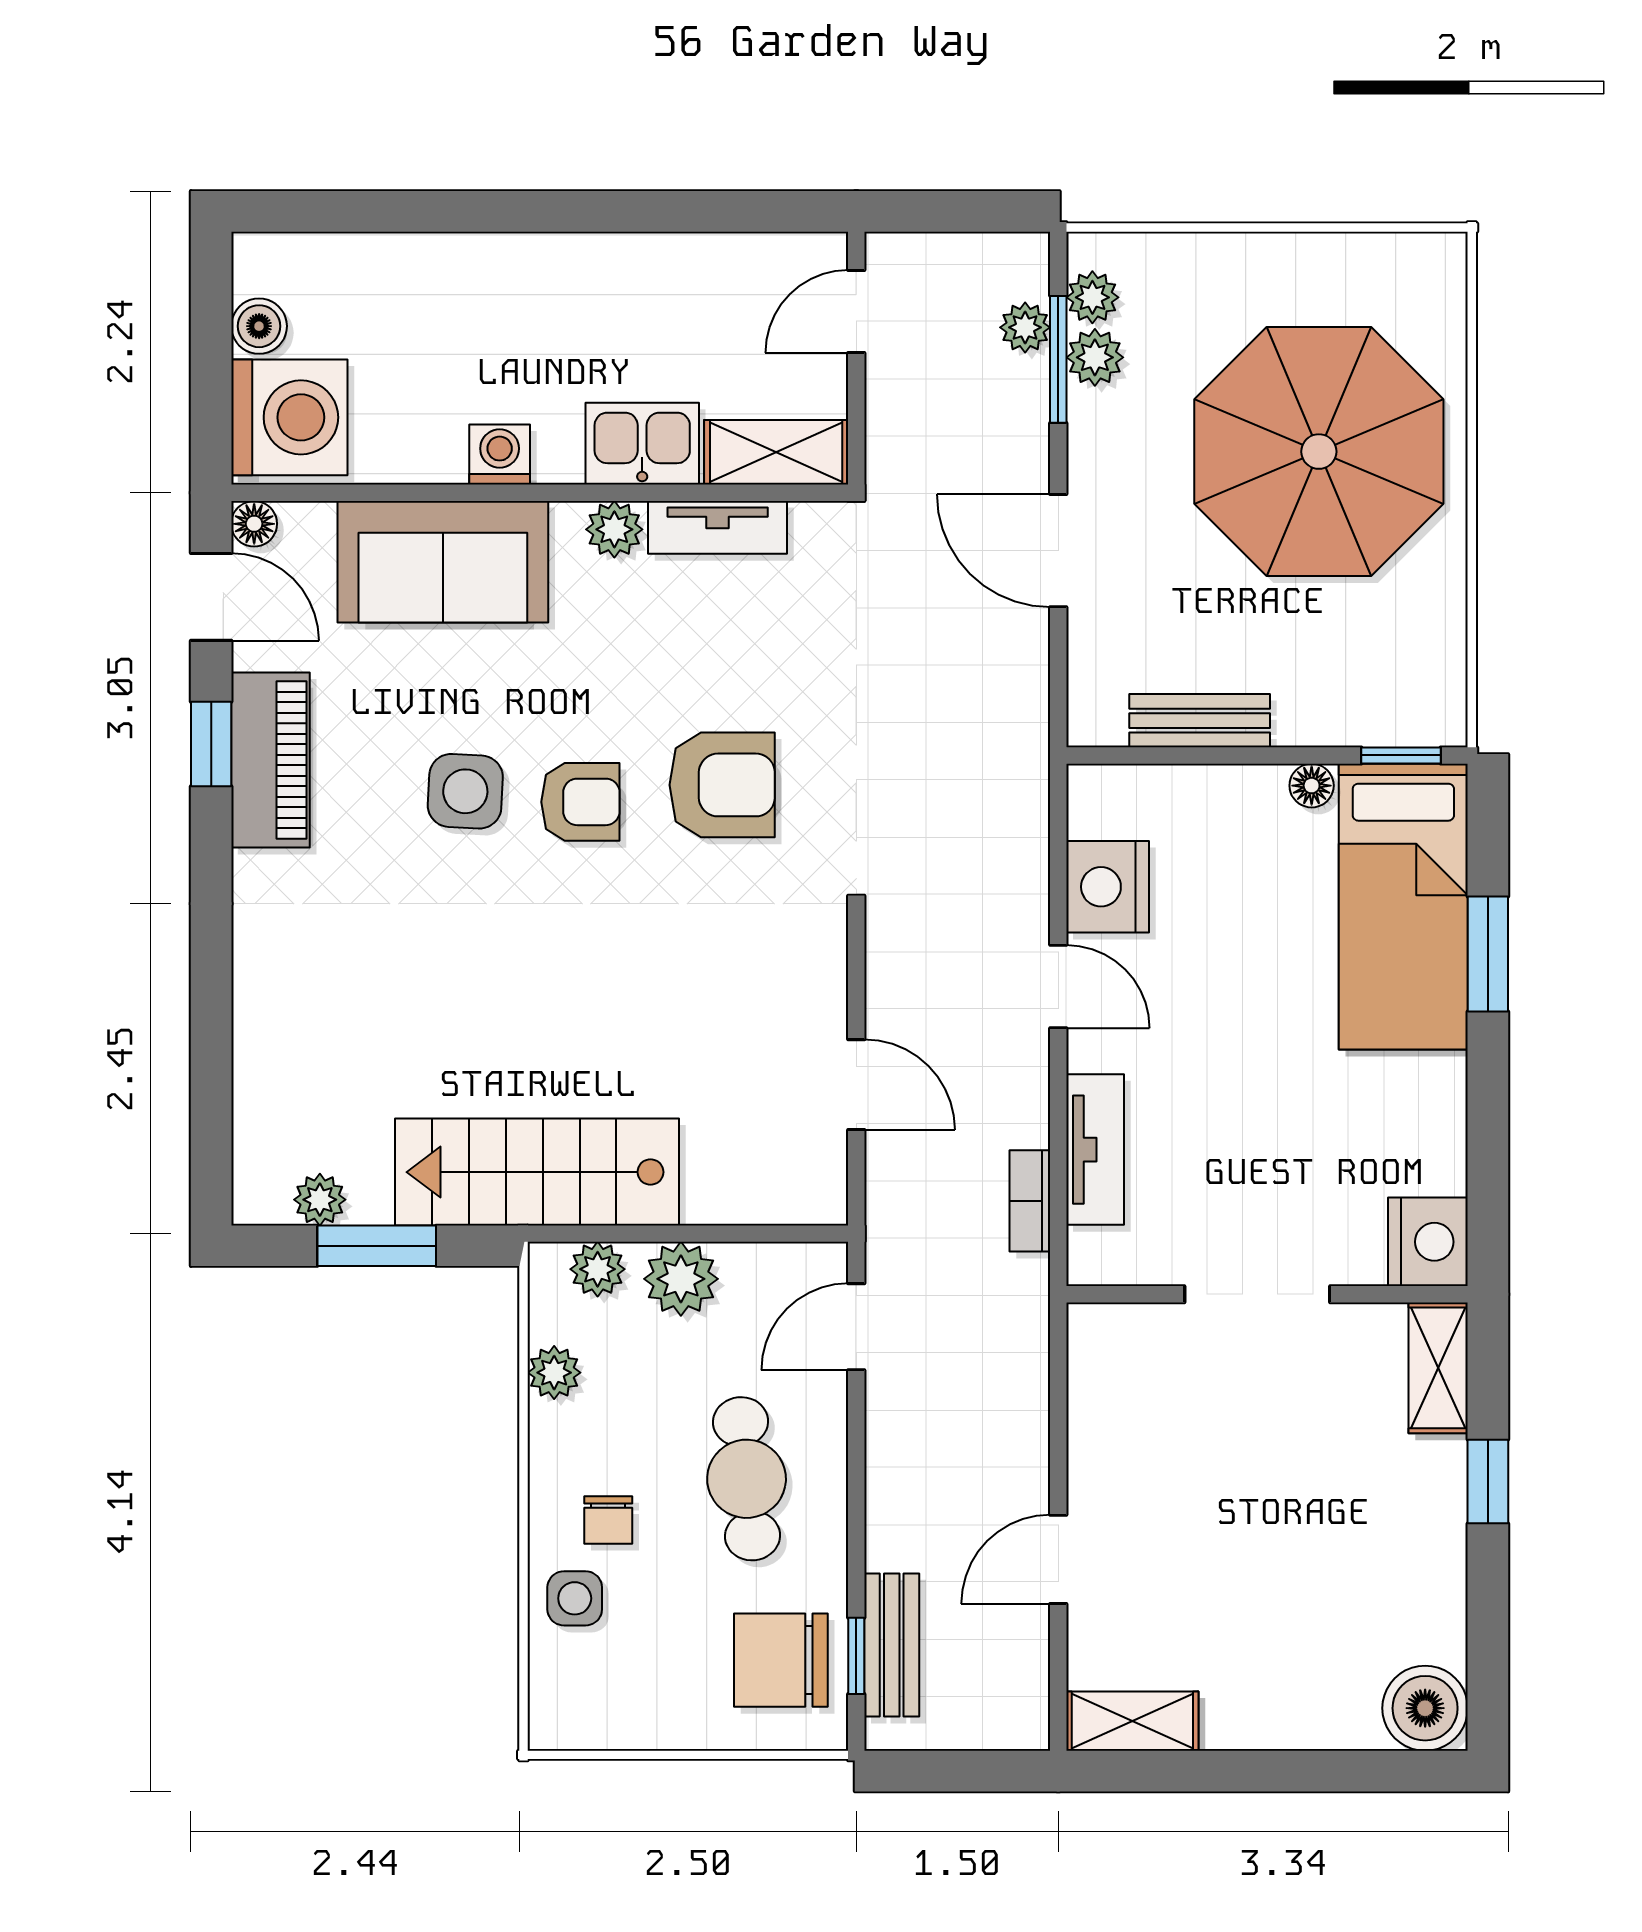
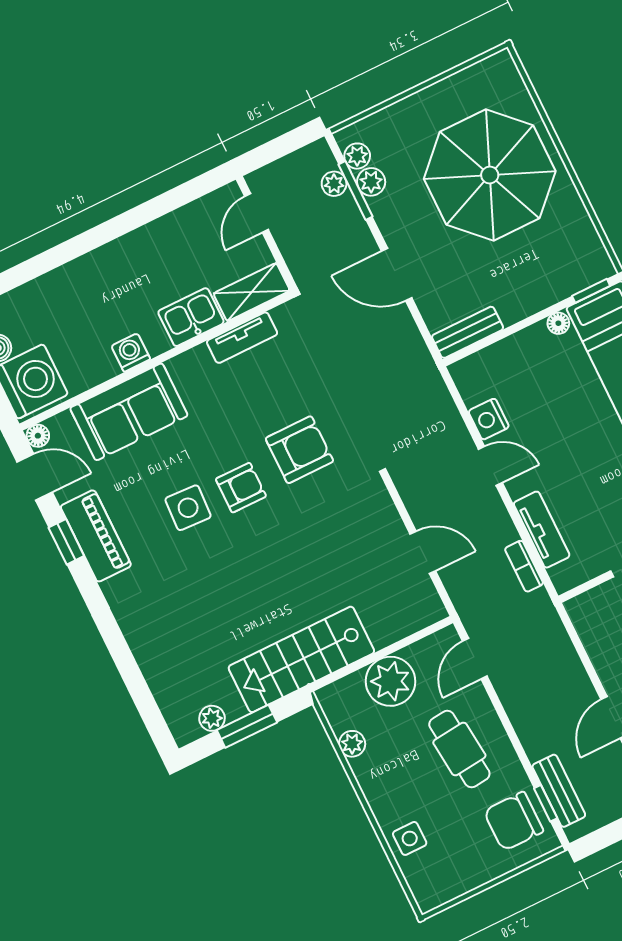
plant: (614, 529) -> (197, 361), removed
bench: (1200, 721) -> (468, 332), moved
nightstand: (1108, 887) -> (489, 419), width x0.74, depth x0.75
plant: (598, 1269) -> (349, 689), removed
plant: (681, 1279) -> (390, 681), width x1.36, depth x1.36
chair: (608, 1520) -> (408, 797), removed

